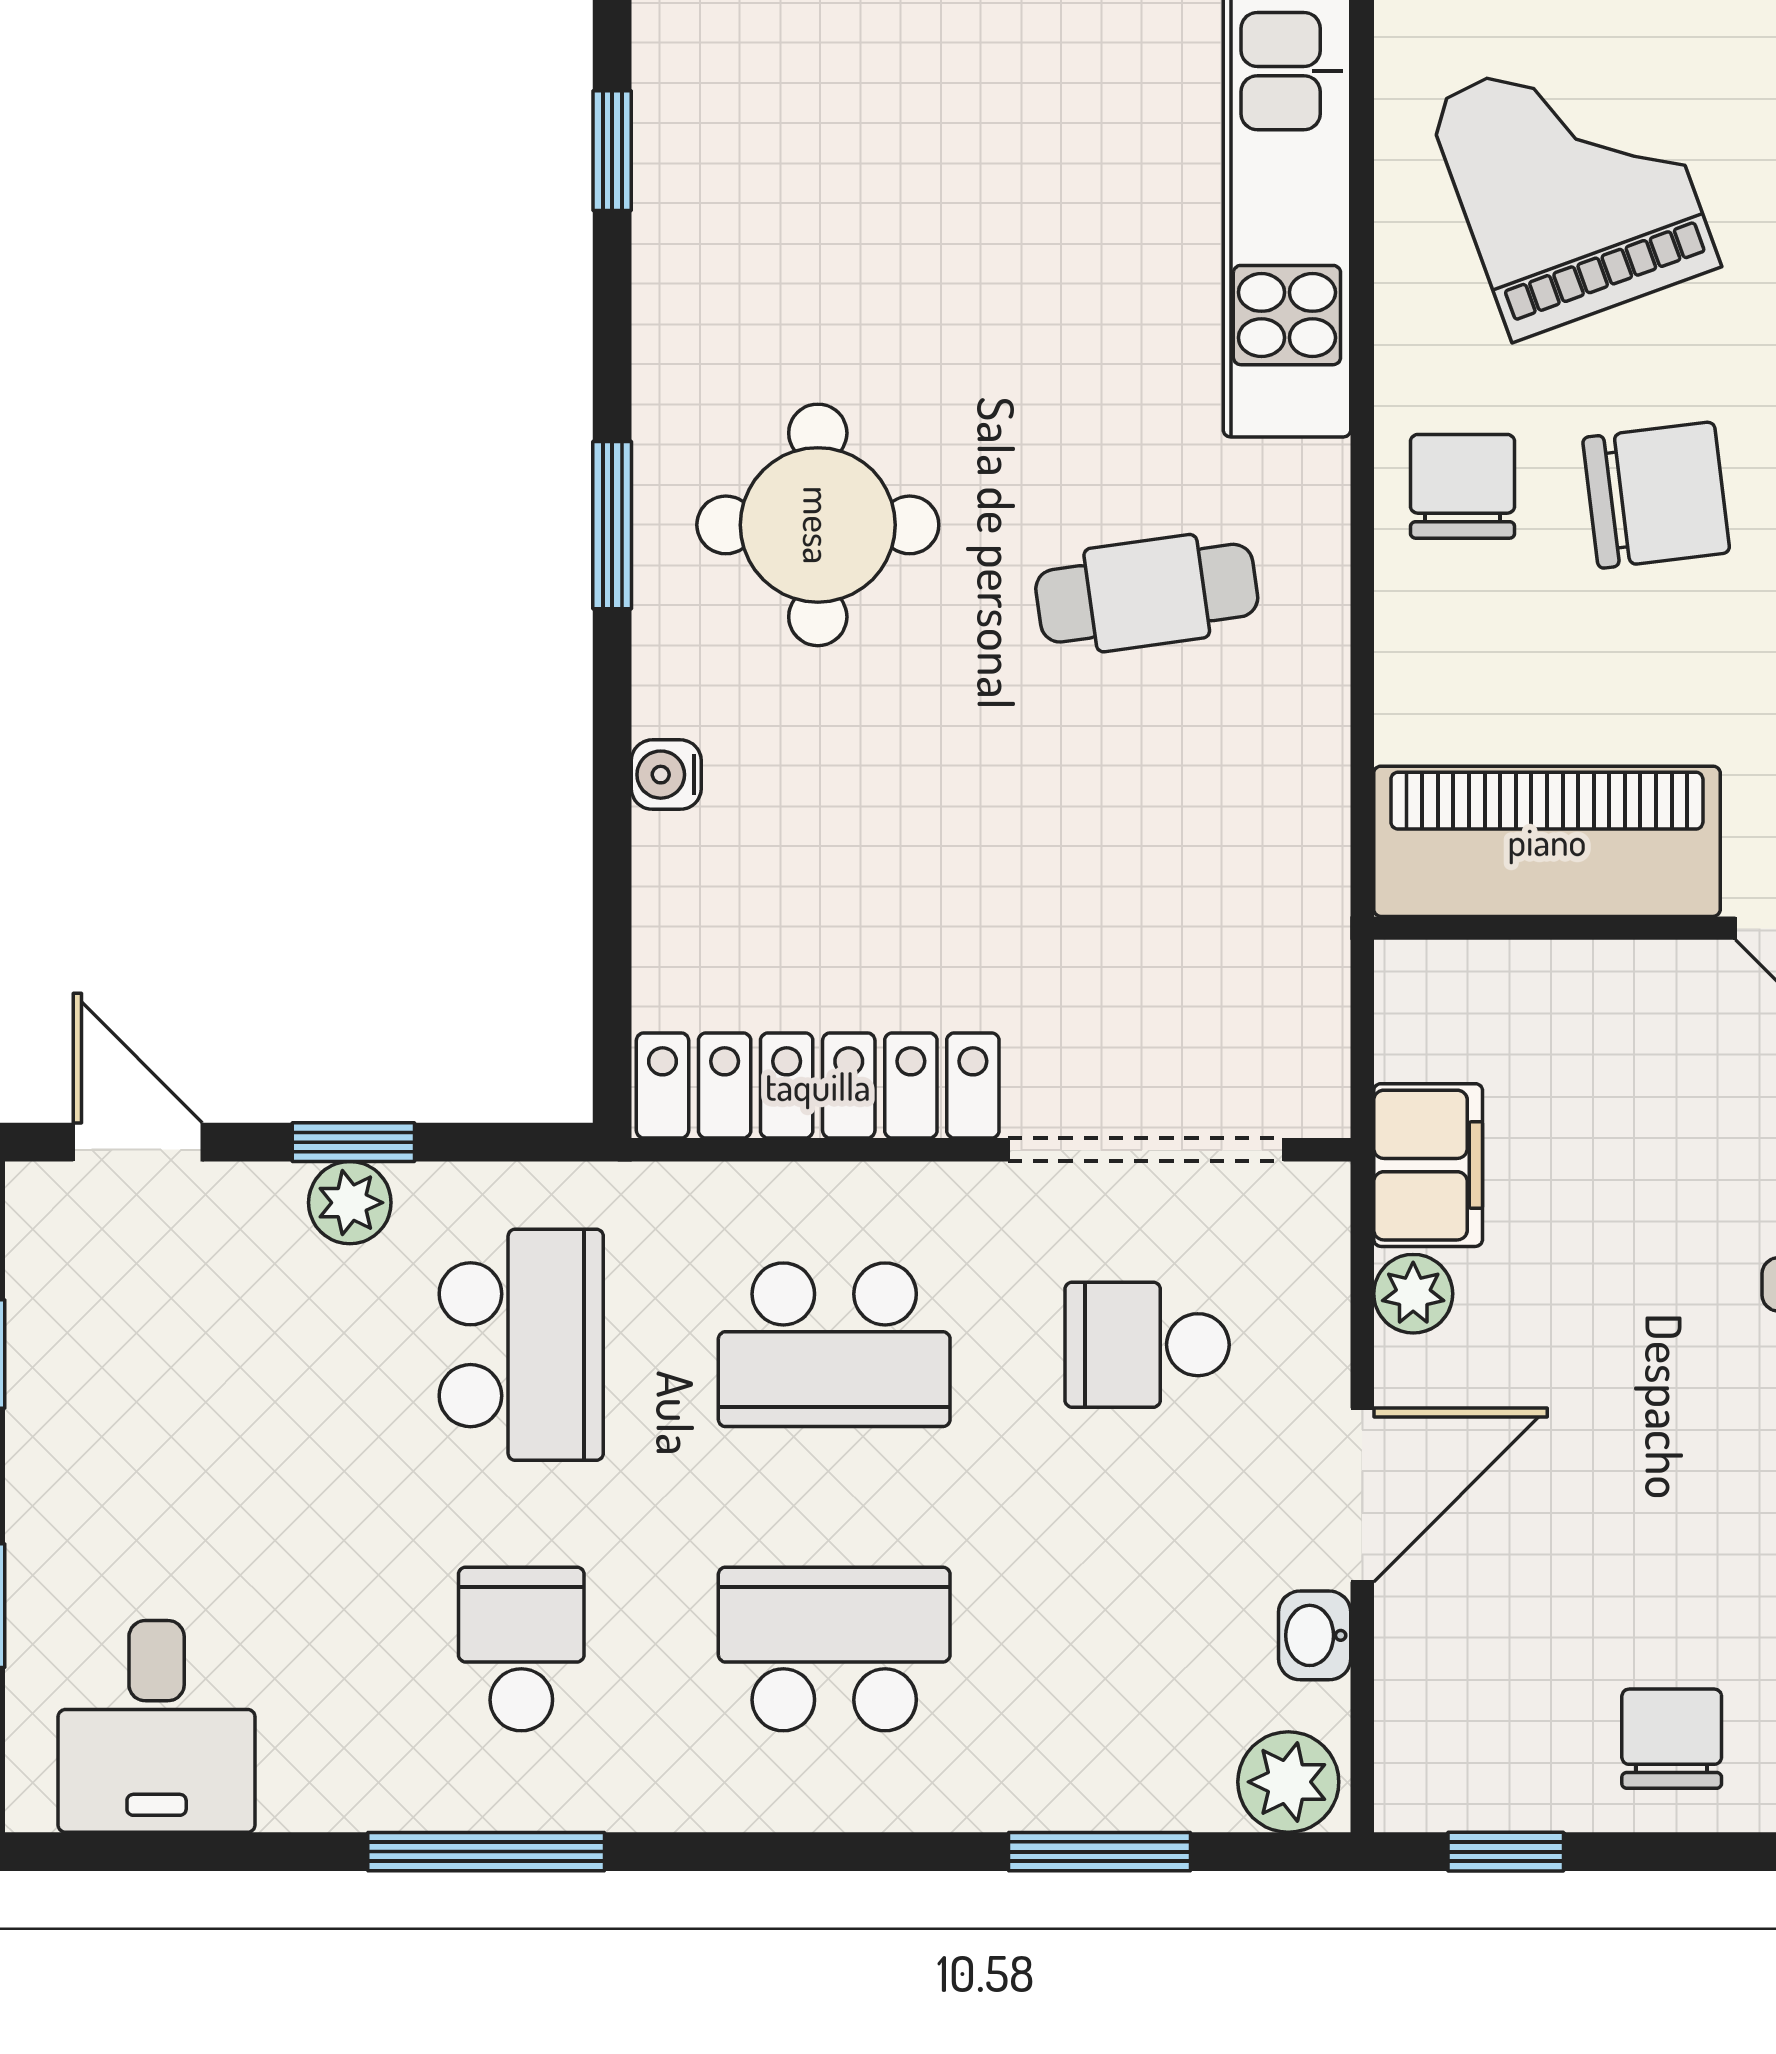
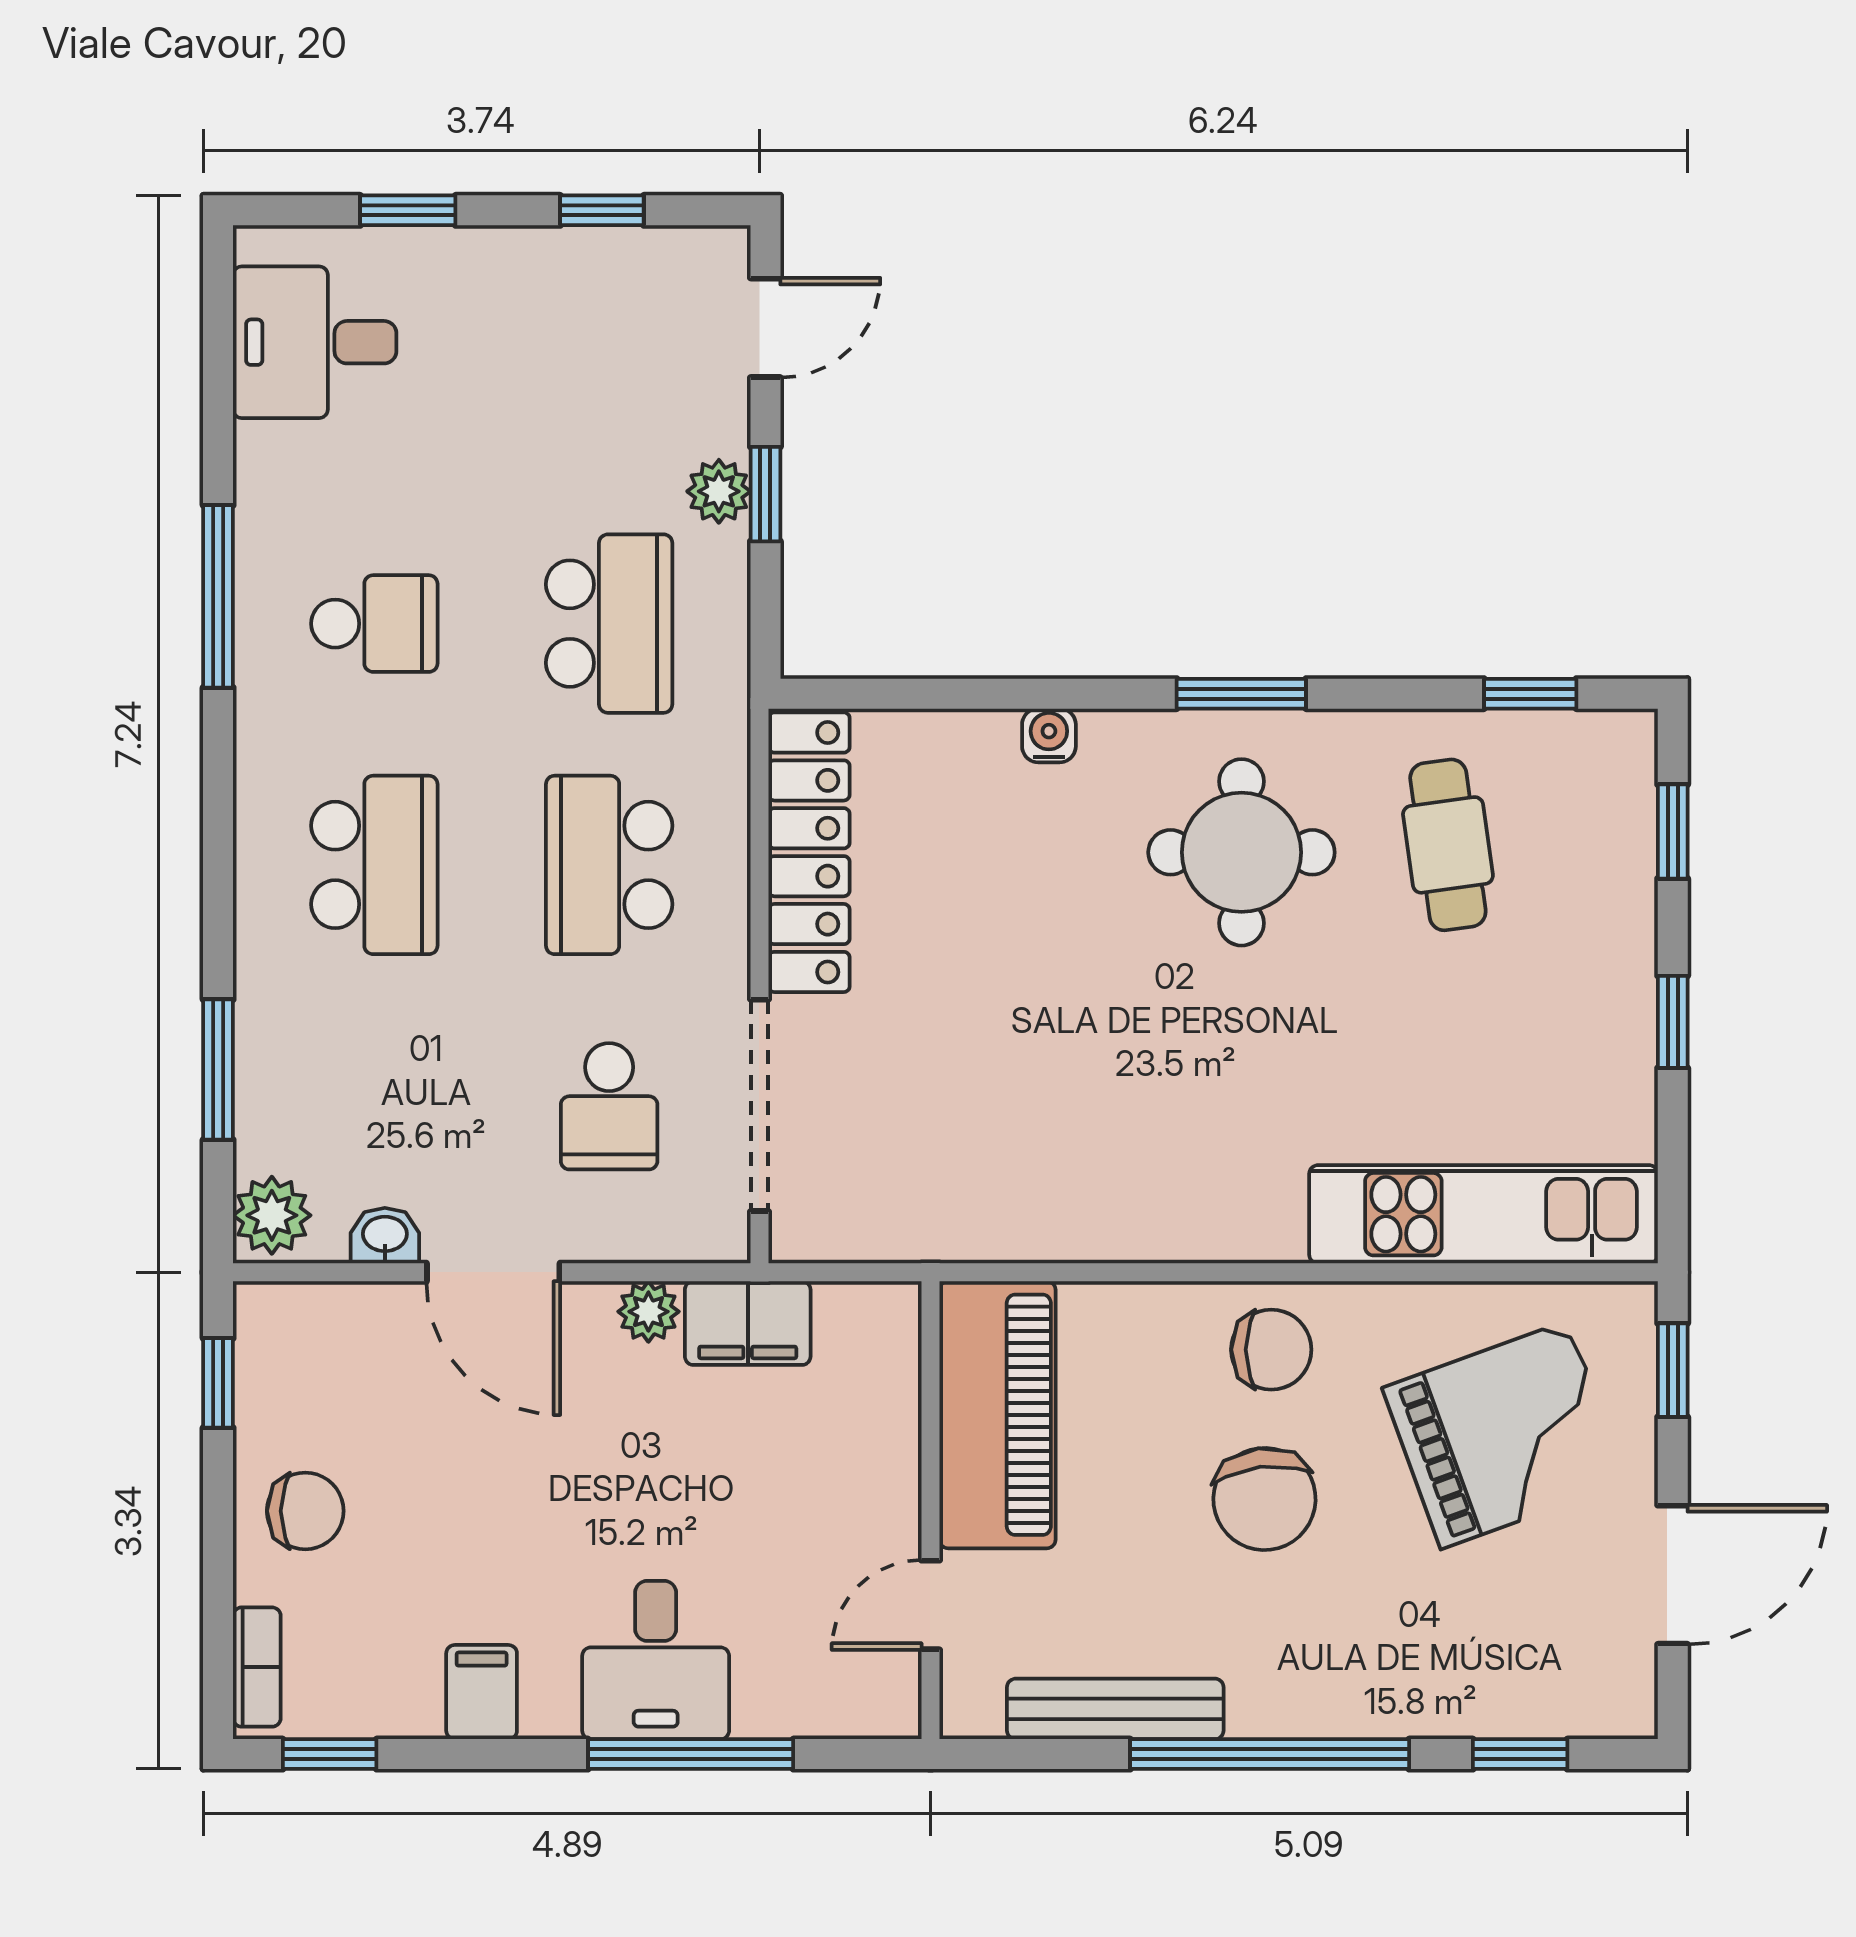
cafe table: (1147, 593) -> (1448, 845), moved
school desk: (521, 1345) -> (609, 624), turned -90
school desk: (1147, 1345) -> (609, 1106), turned 180

